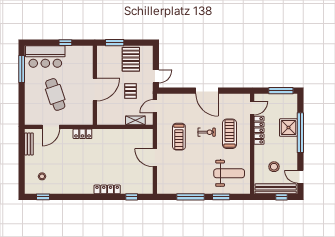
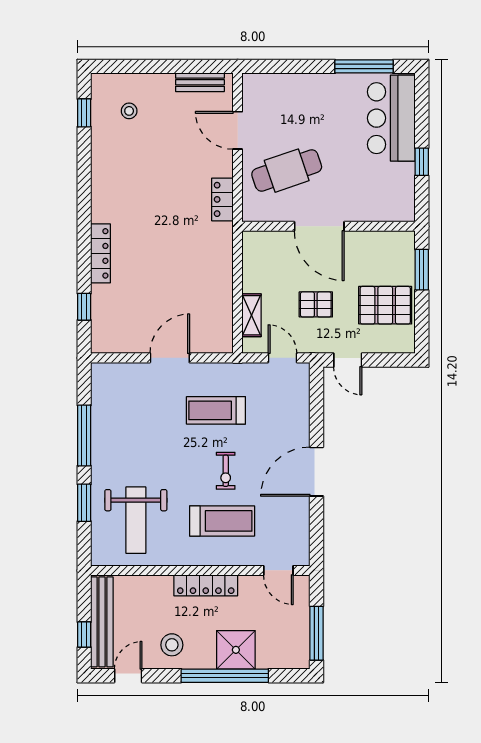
cafe table: (55, 94) -> (287, 171), moved
locker: (259, 130) -> (206, 585), moved
stool: (274, 167) -> (172, 645), moved

